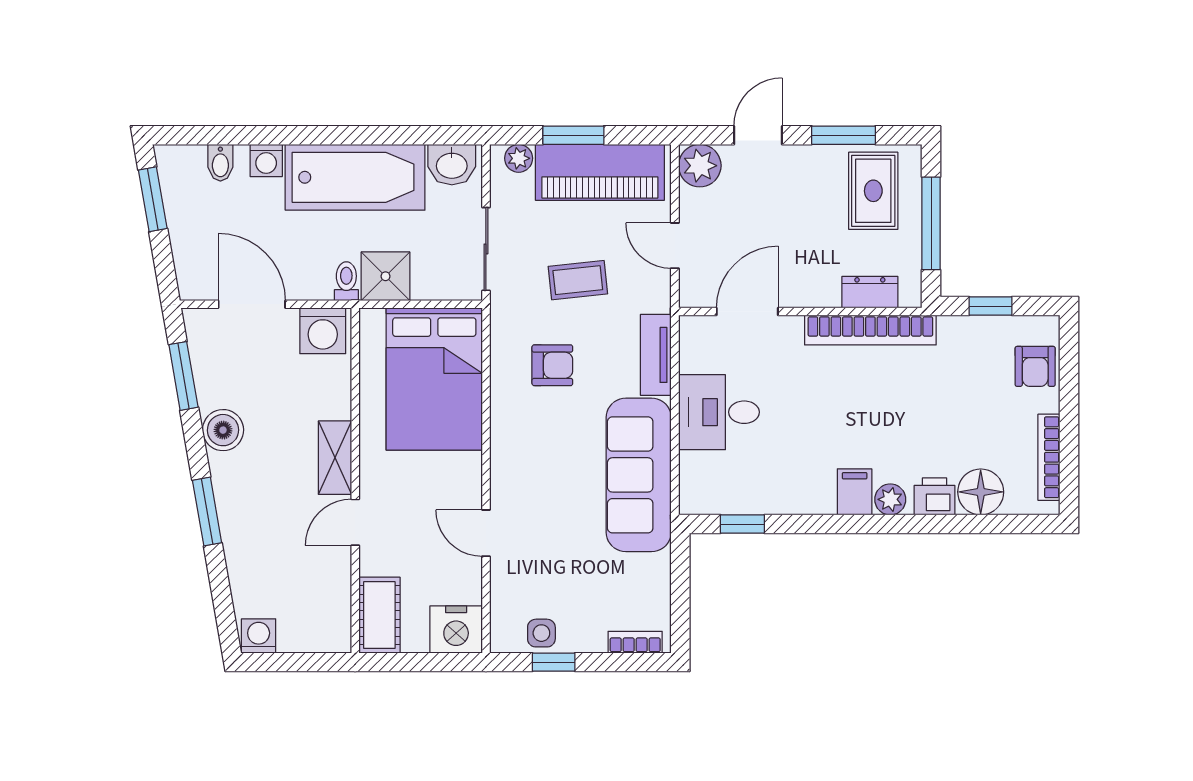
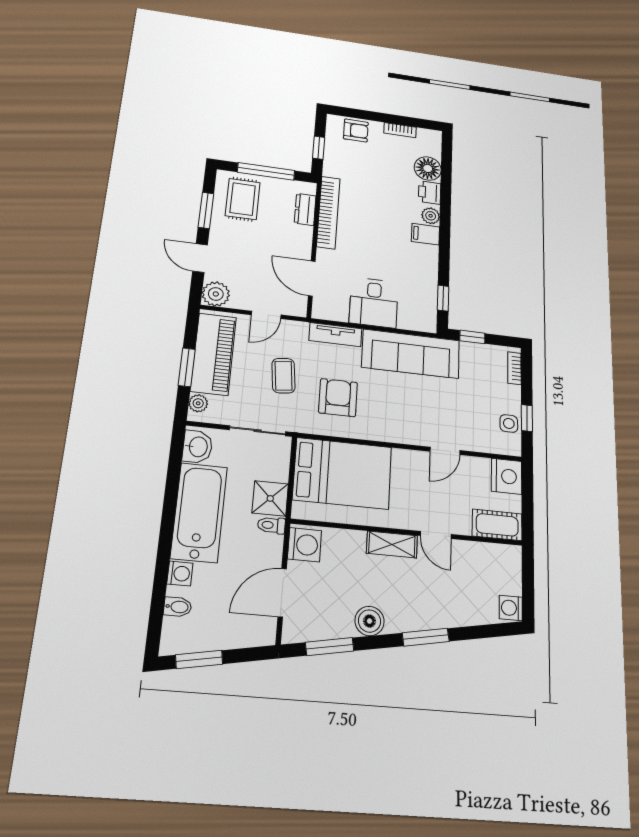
rug: (873, 191) -> (243, 199), turned 90
armchair: (552, 365) -> (338, 398), width x1.38, depth x1.38
bookcase: (1049, 457) -> (400, 130), width x0.64
window: (680, 573) -> (472, 337), added

